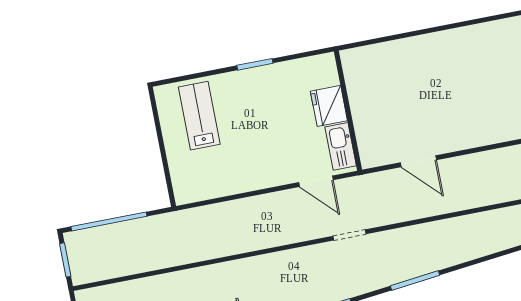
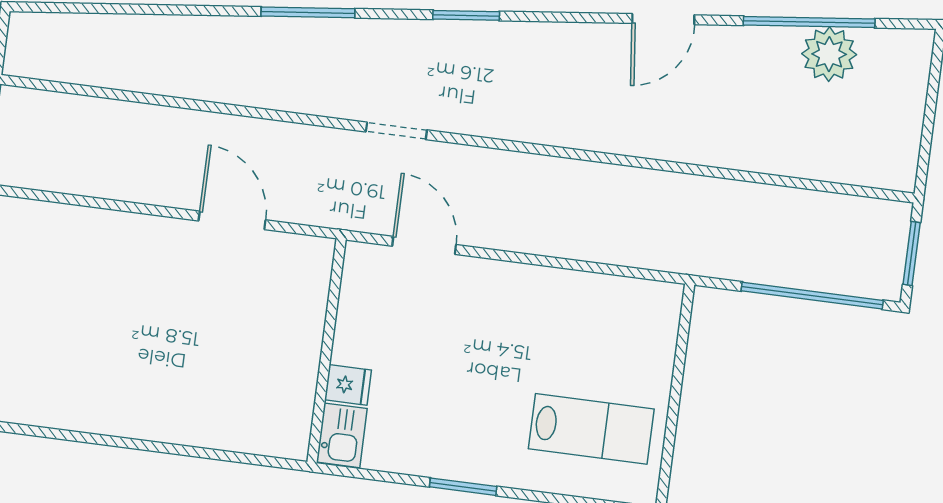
fridge: (329, 106) -> (348, 385), width x0.53, depth x0.75
lab bench: (199, 116) -> (591, 429), turned -90
kitchen sink: (341, 146) -> (342, 435), moved, width x0.73

